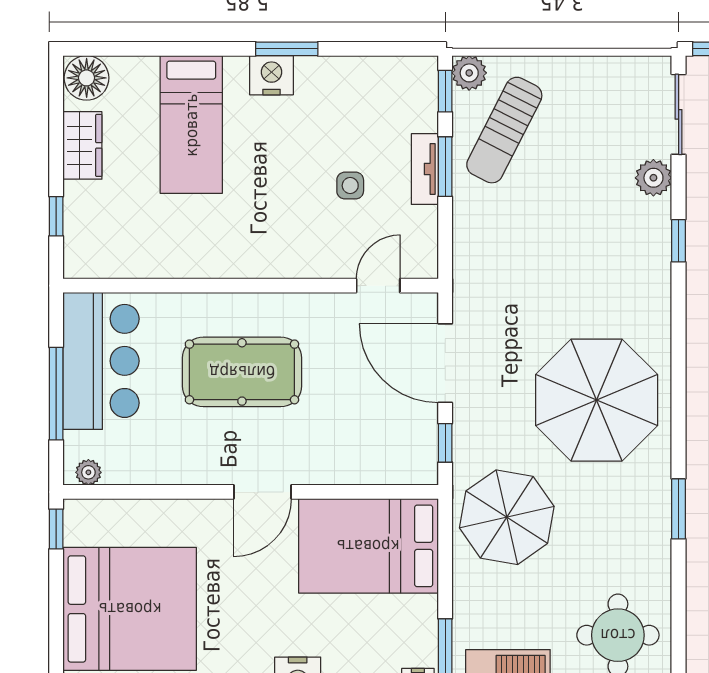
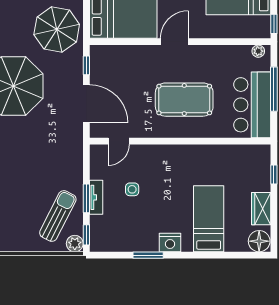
window: (287, 49) -> (148, 255), moved

